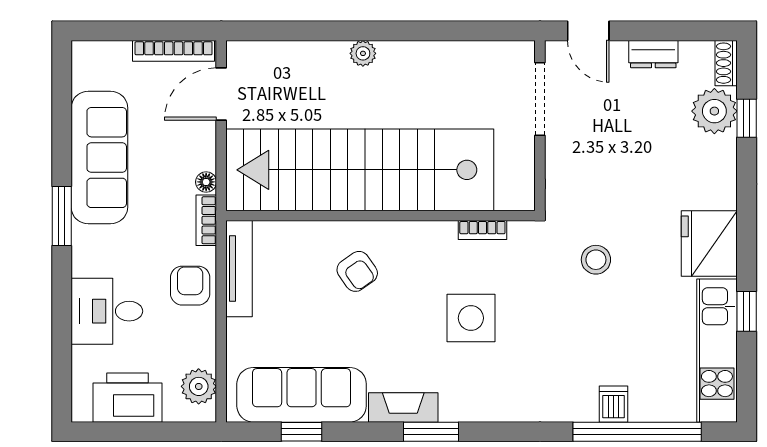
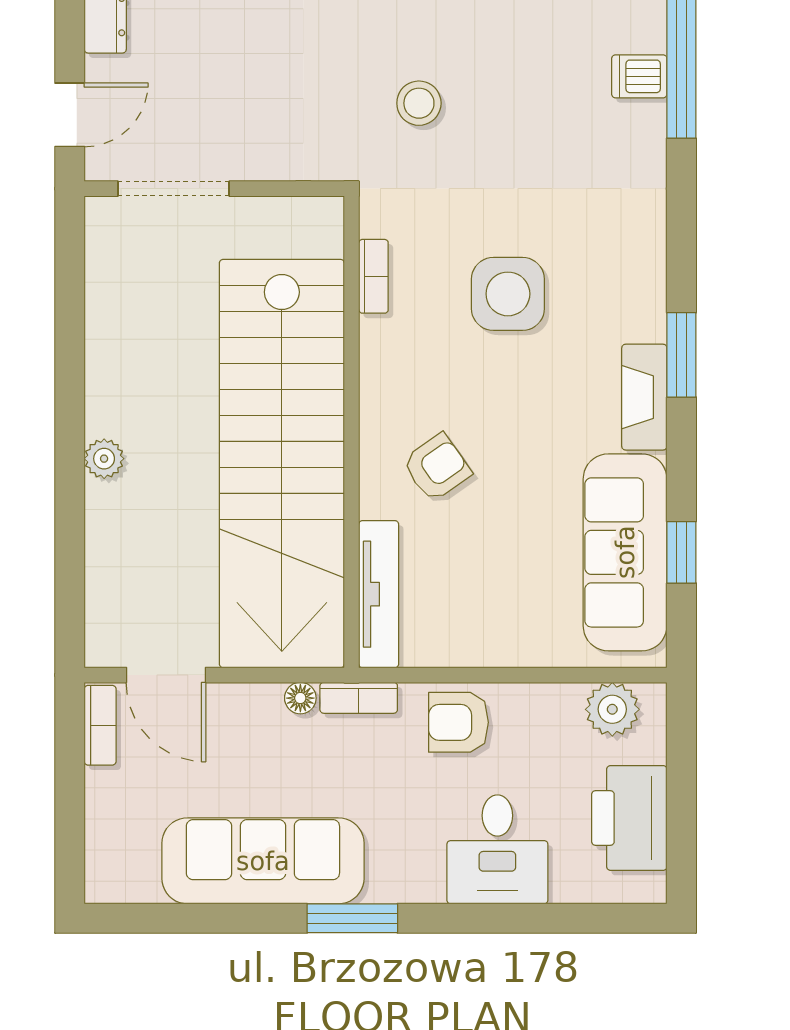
bookcase: (174, 51) -> (100, 725), width x0.64
tv unit: (239, 269) -> (379, 594), moved, turned 90

